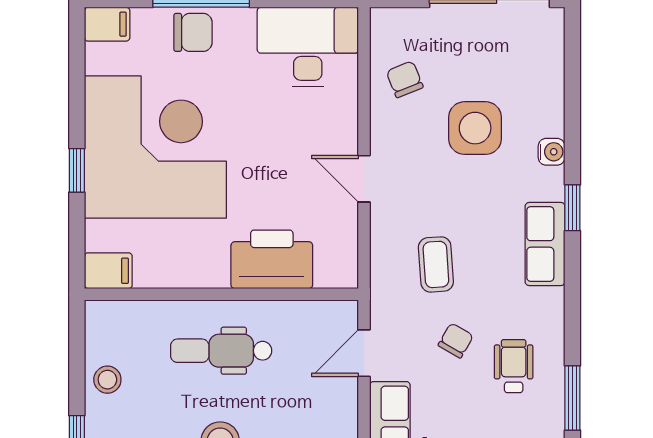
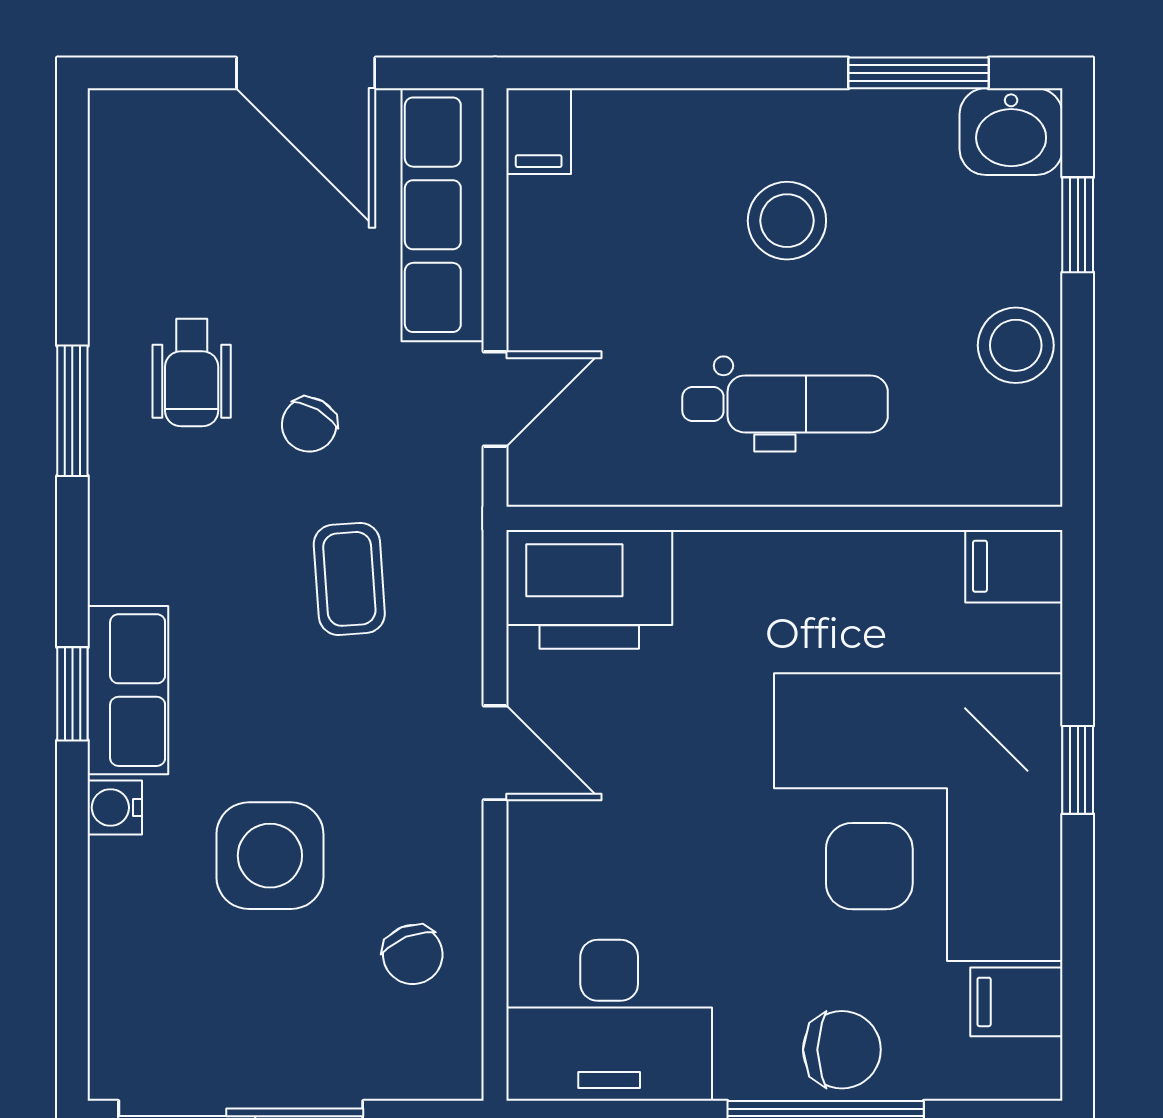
filing cabinet: (107, 24) -> (1016, 1002), moved
chair: (193, 32) -> (842, 1050), turned 180
row of seats: (545, 244) -> (128, 690), moved
printer: (272, 259) -> (589, 589), moved
stool: (107, 380) -> (1016, 345), width x1.37, depth x1.37
window: (572, 398) -> (72, 411), moved

